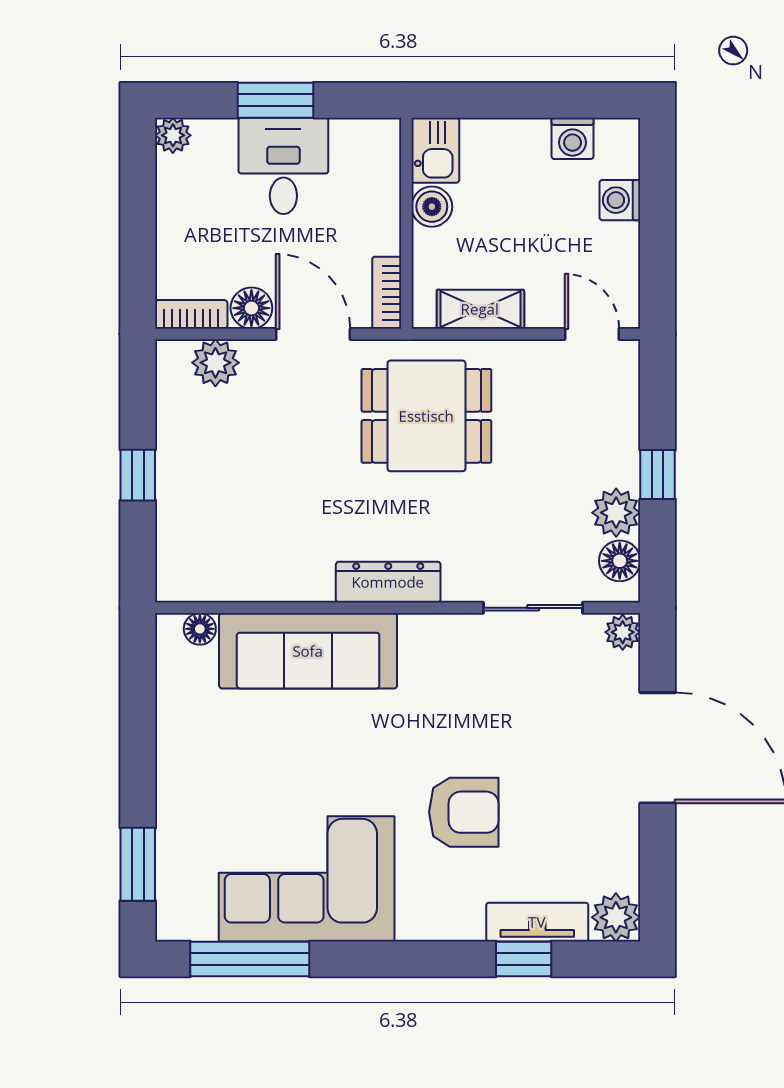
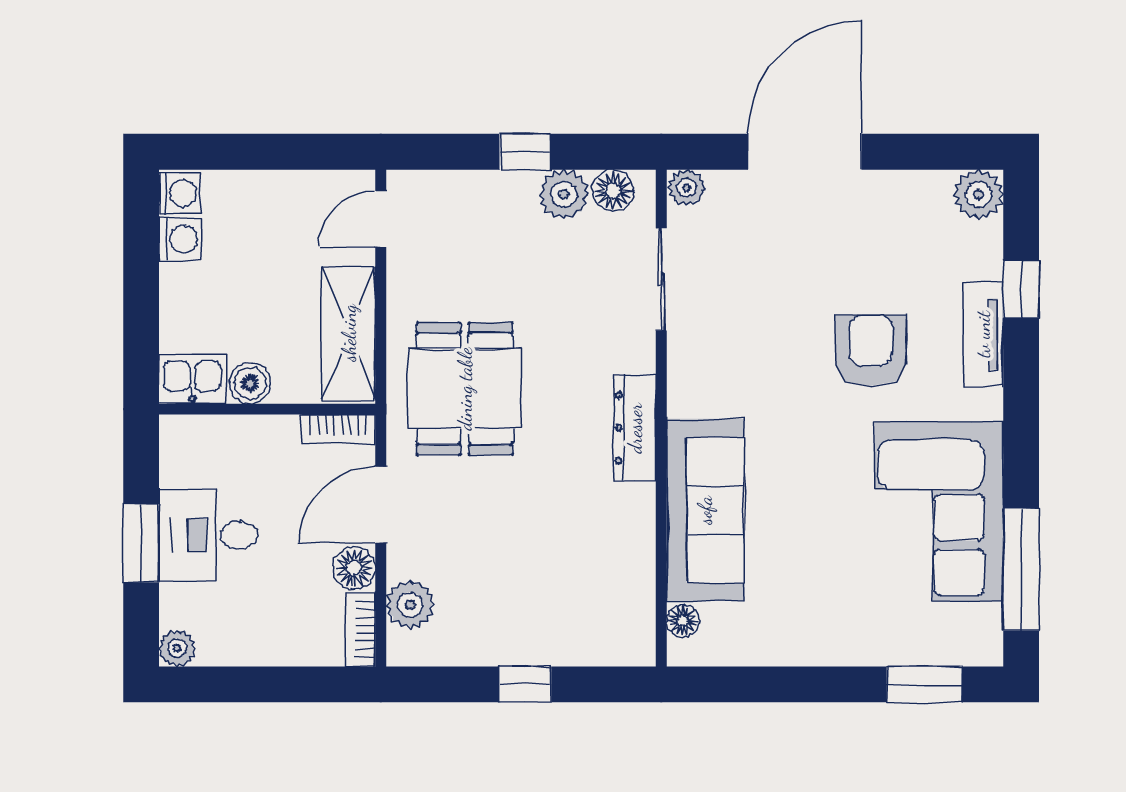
washing machine: (620, 200) -> (180, 193), moved, turned -90
shelving: (480, 309) -> (349, 333), width x1.50, depth x1.33
tv unit: (537, 922) -> (983, 334), moved

